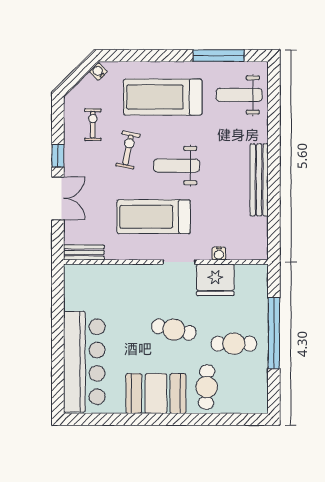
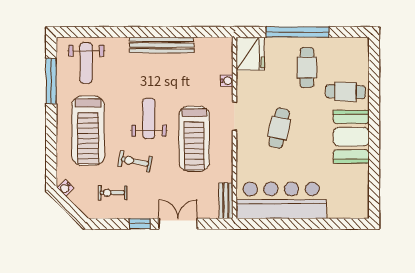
weight bench: (177, 166) -> (149, 118), turned 180
fridge: (215, 280) -> (250, 54), moved
cafe table: (174, 330) -> (279, 128), moved
bar counter: (84, 362) -> (281, 200), moved

